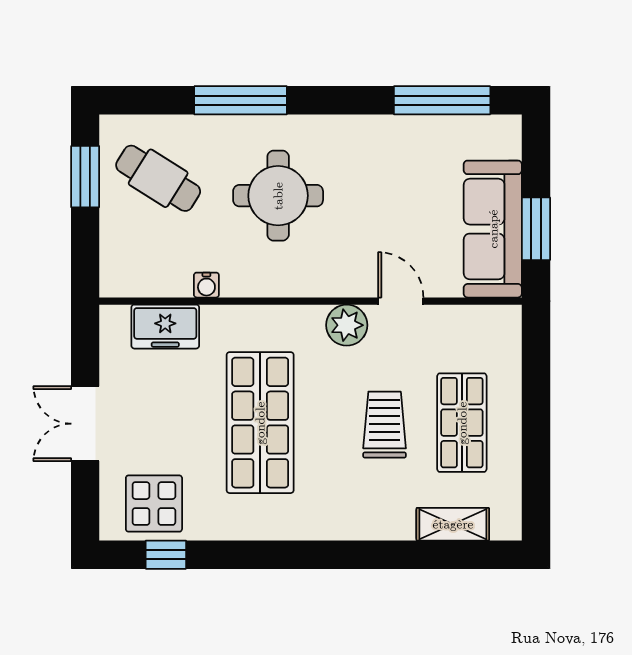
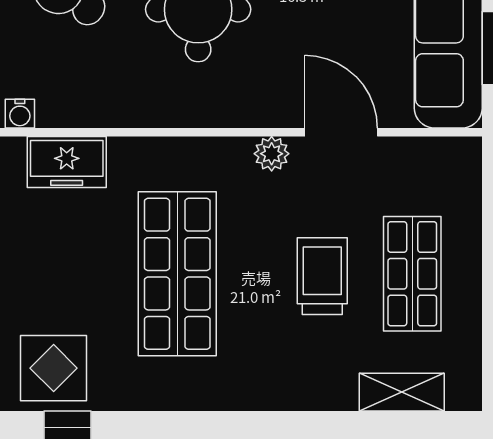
water cooler: (206, 285) -> (20, 114), moved
door: (401, 301) -> (341, 132), width x1.38
plant: (347, 325) -> (272, 154), width x0.73, depth x0.73

